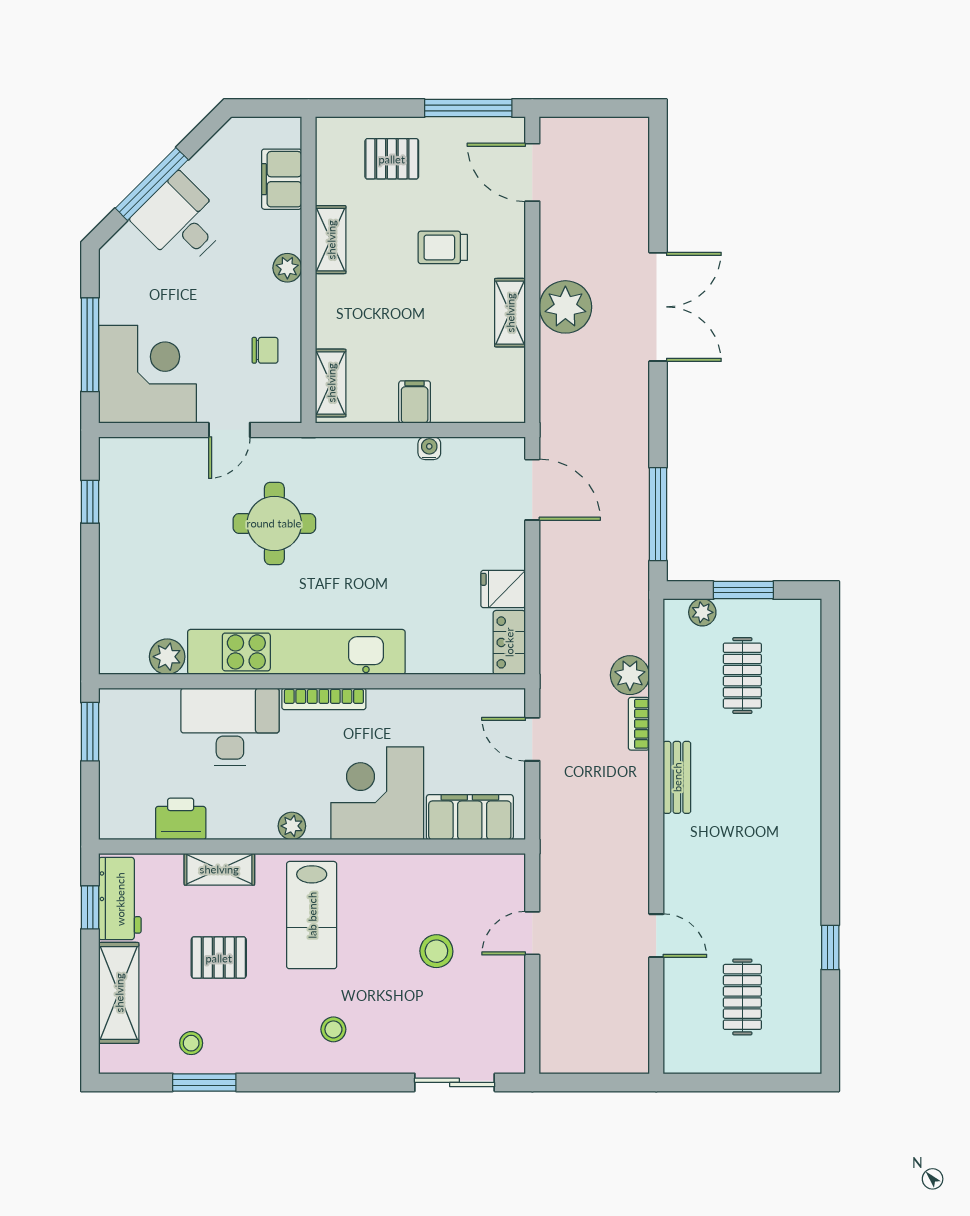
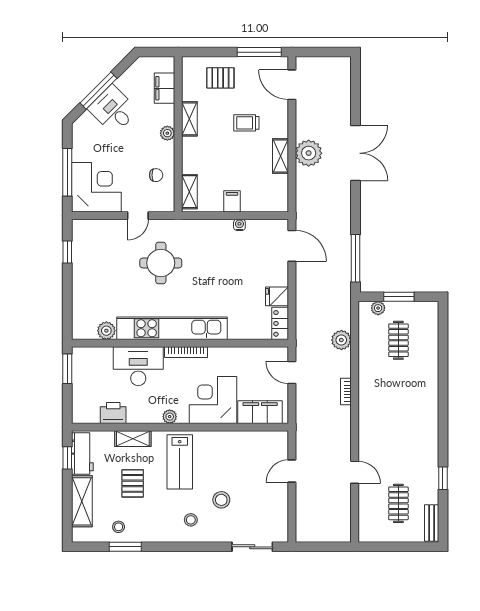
bookcase: (639, 724) -> (346, 391), moved
bench: (677, 777) -> (432, 523), moved
stool: (436, 951) -> (221, 500), moved
pallet: (219, 958) -> (133, 483), turned 90

